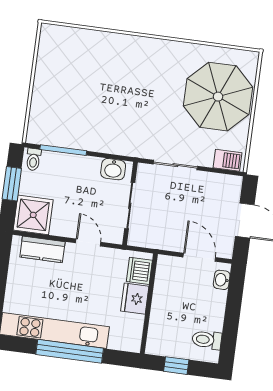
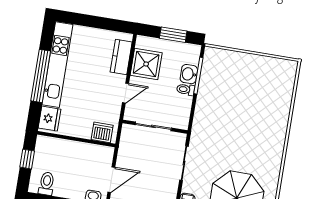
toilet: (33, 159) -> (186, 89), moved
washbasin: (113, 169) -> (189, 74), moved
shower: (33, 215) -> (146, 64), moved
fridge: (135, 299) -> (49, 119), moved, turned 90

